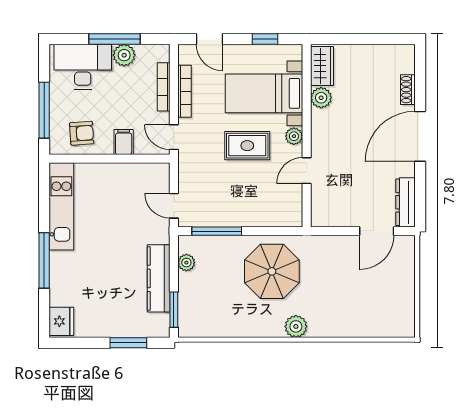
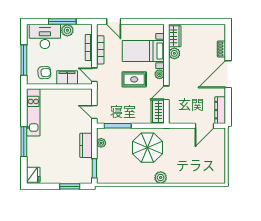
window: (265, 39) -> (144, 21), removed
filing cabinet: (124, 142) -> (67, 77), width x2.00
wardrobe: (290, 204) -> (158, 111), added
kitchen counter: (159, 278) -> (86, 145), width x0.67

